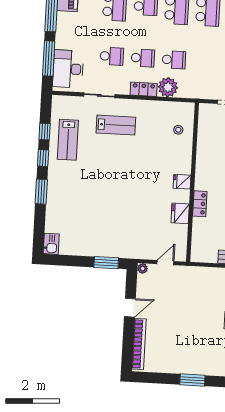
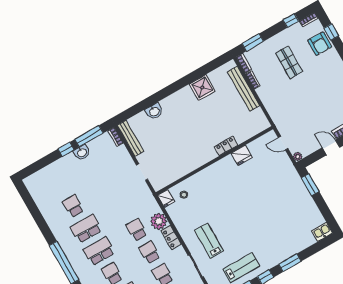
fridge: (182, 182) -> (166, 198), moved

